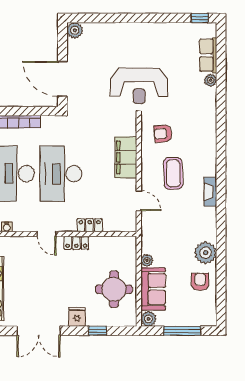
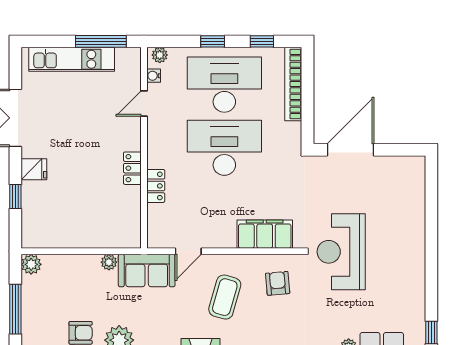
plant: (75, 30) -> (415, 166), removed
filing cabinet: (126, 157) -> (265, 234), moved
coffee table: (173, 173) -> (225, 297), turned -72
door: (47, 234) -> (144, 103), moved
round table: (114, 289) -> (71, 218), removed
sofa: (153, 289) -> (147, 271), moved

